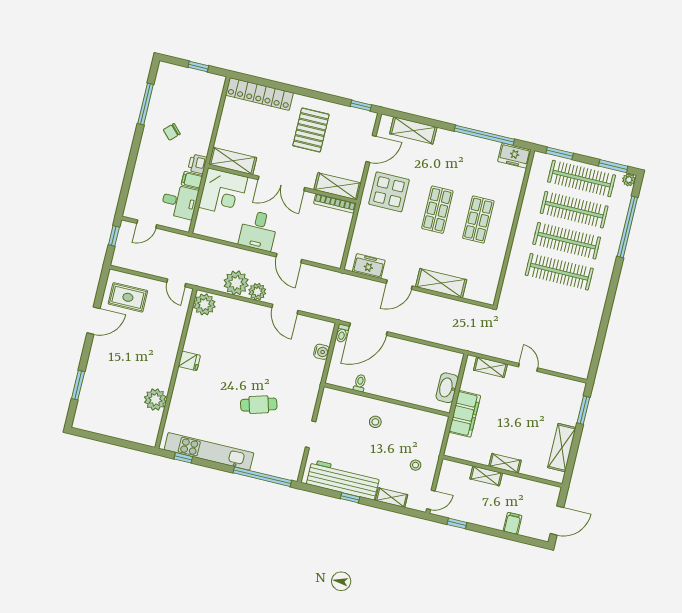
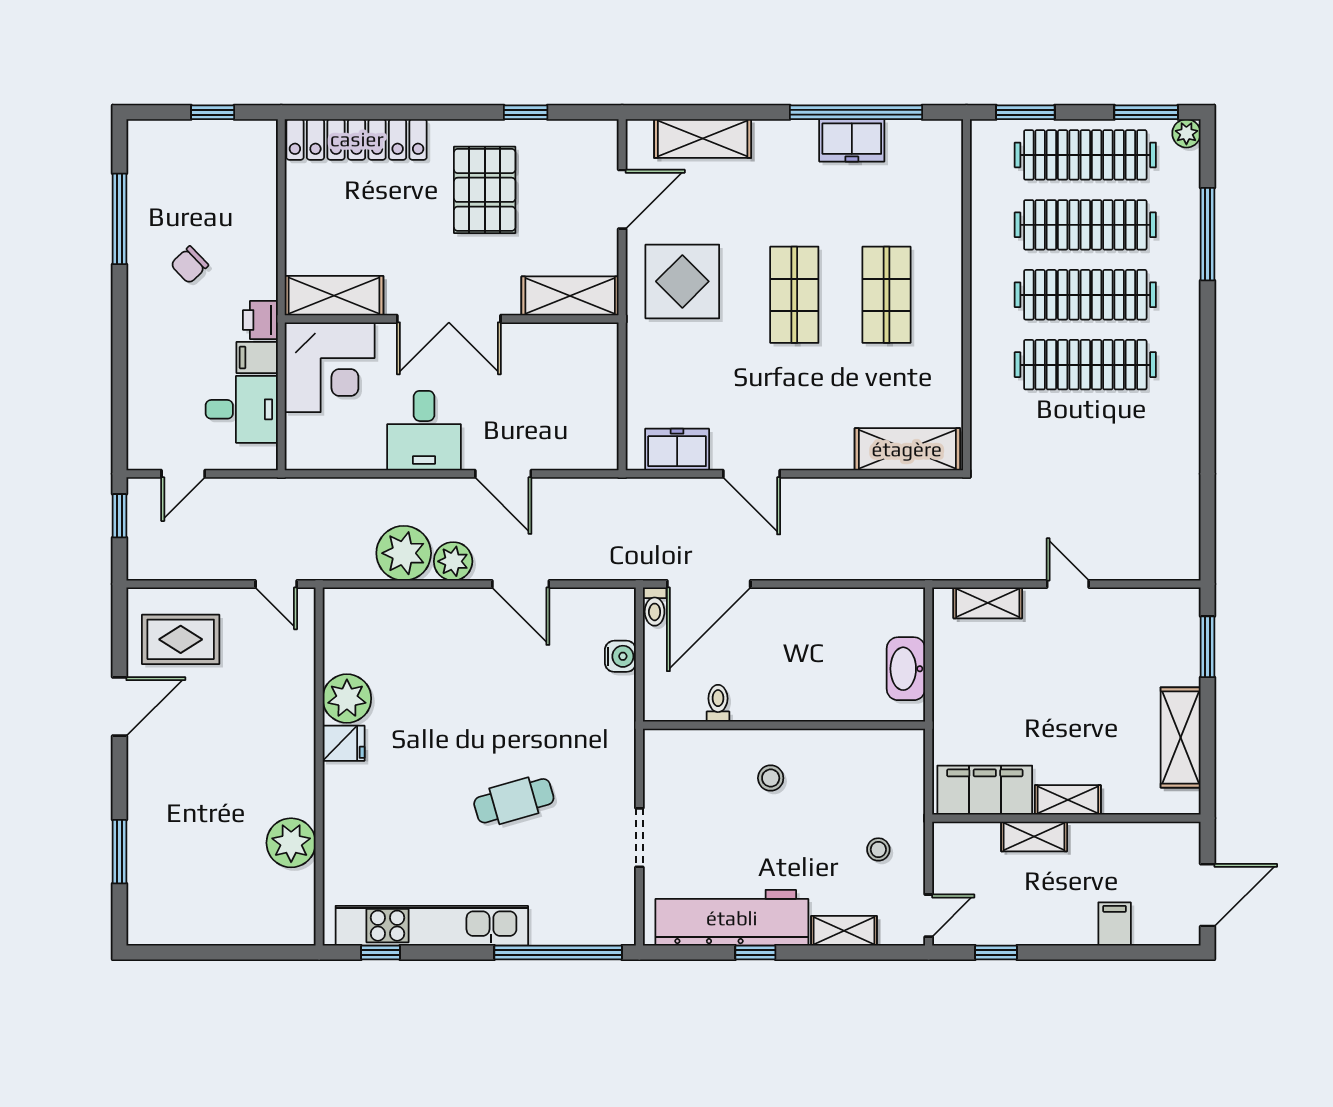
window: (361, 106) -> (526, 112), moved
freezer: (514, 156) -> (852, 140), moved
bookcase: (335, 203) -> (573, 334), removed
window: (627, 227) -> (1208, 234), width x0.68
shelving: (441, 283) -> (907, 449), moved
door: (399, 285) -> (752, 474), hinge flipped
plant: (204, 304) -> (347, 698), moved
filing cabinet: (465, 414) -> (985, 790), moved, turned -90

